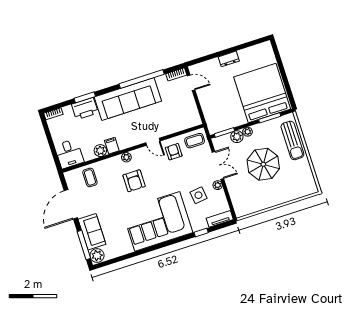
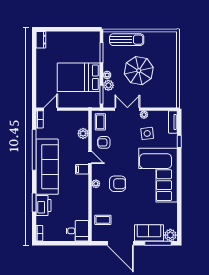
dresser: (229, 59) -> (41, 40), moved
bed: (262, 93) -> (79, 77), moved, width x0.73
door: (153, 142) -> (90, 157), hinge flipped
filing cabinet: (112, 146) -> (82, 169), moved
plant: (100, 151) -> (83, 133), moved

